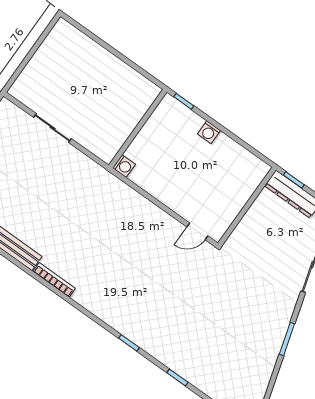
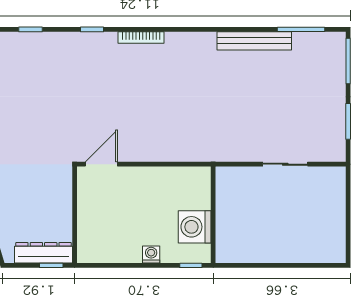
washing machine: (124, 166) -> (195, 227), moved, width x1.89, depth x1.89
door: (197, 231) -> (101, 164), width x1.38
bookcase: (54, 280) -> (141, 37), moved

